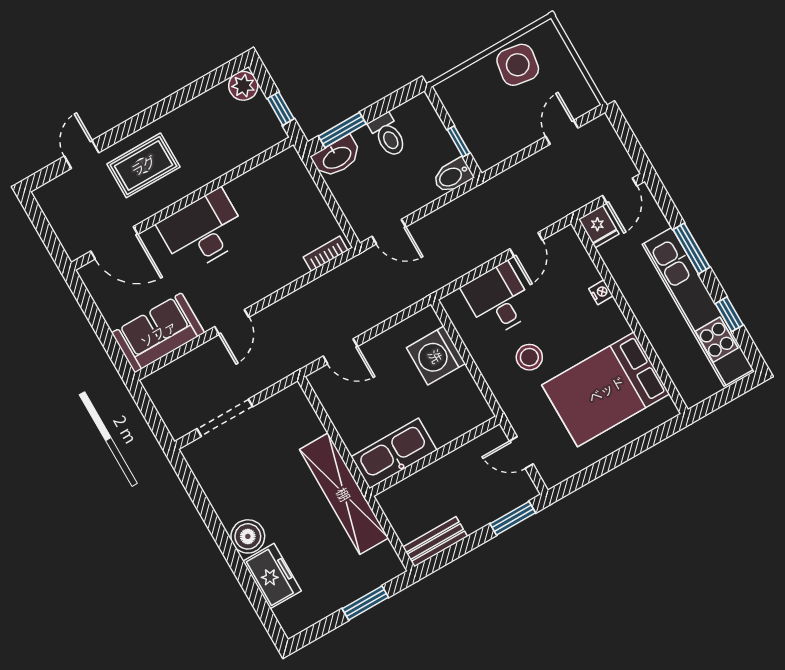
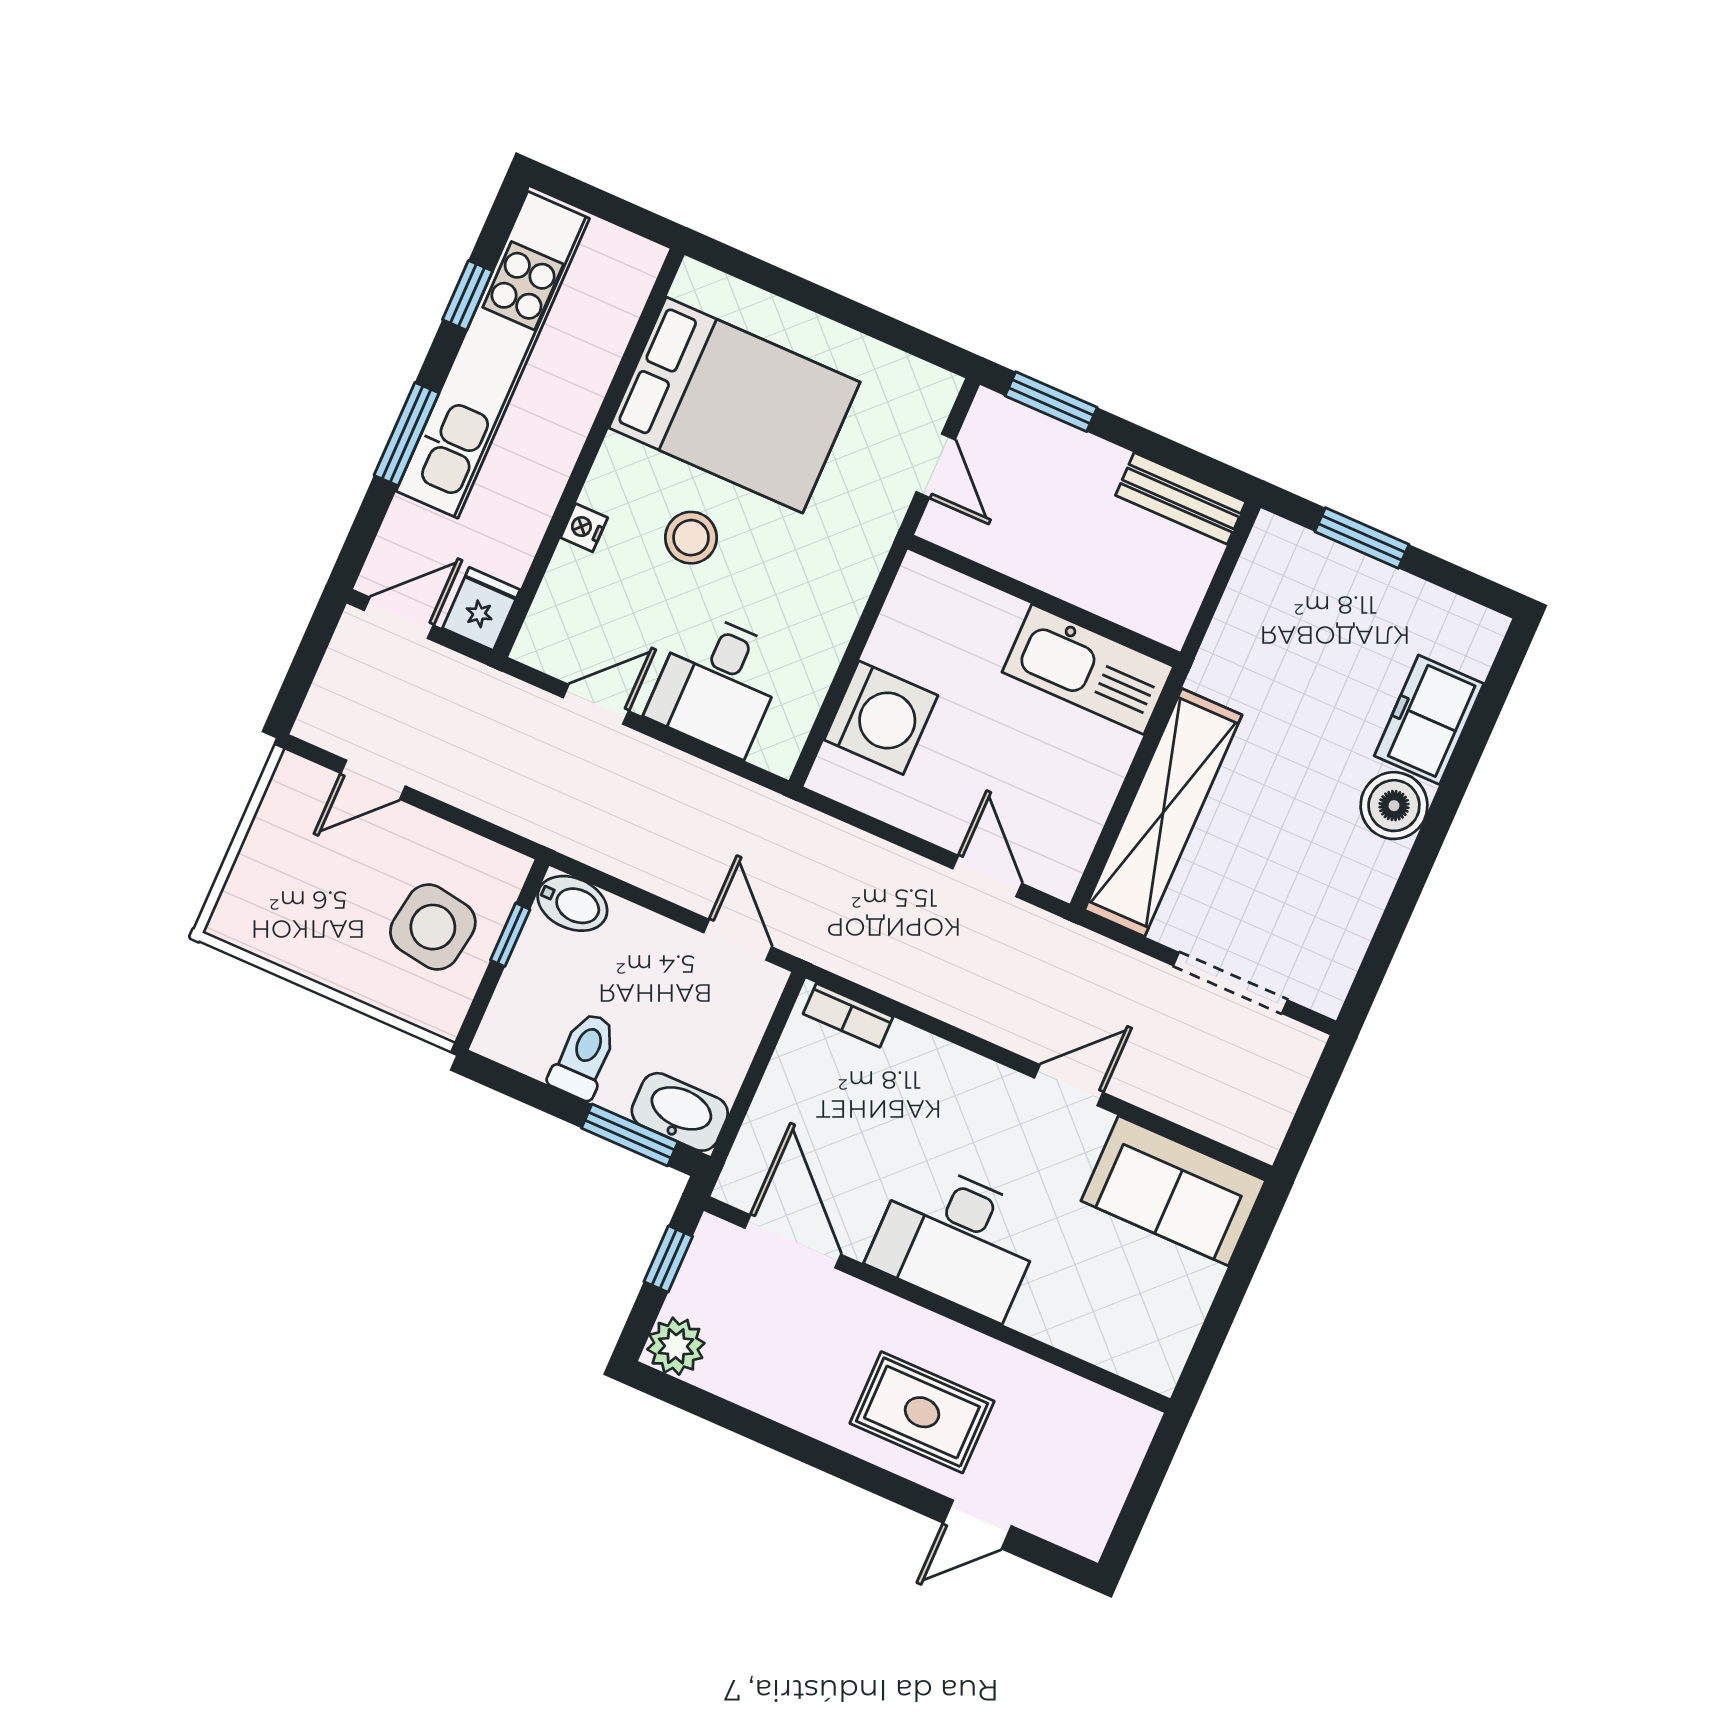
side table: (518, 65) -> (433, 927), moved
door: (114, 243) -> (793, 1241), moved
stool: (529, 357) -> (691, 538), moved
shelving: (344, 494) -> (1163, 812), moved

